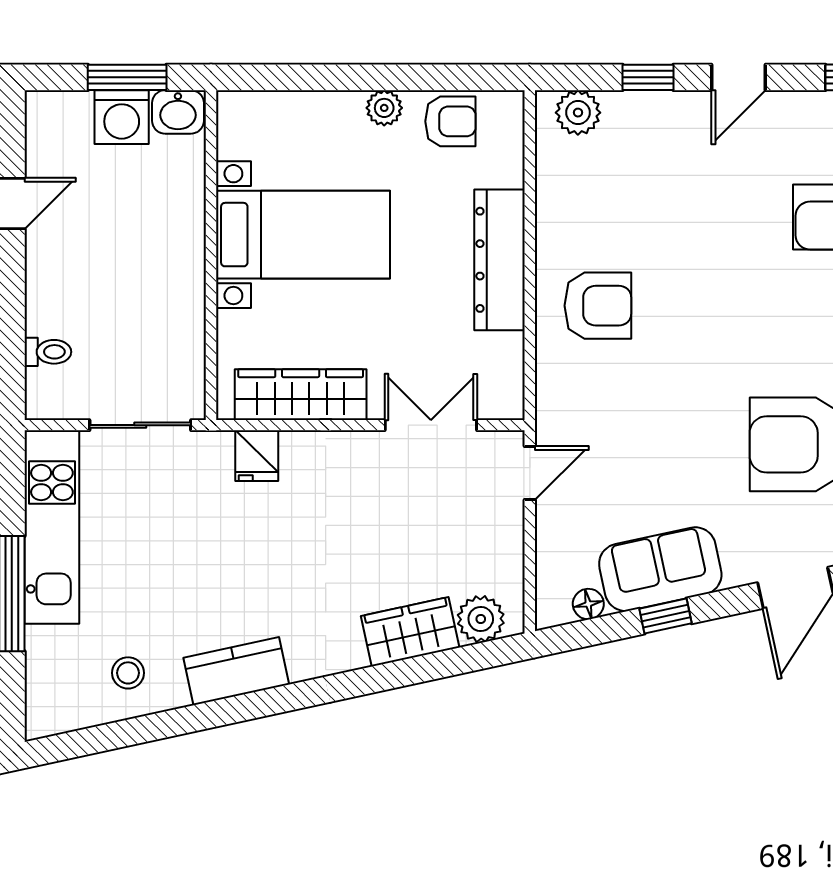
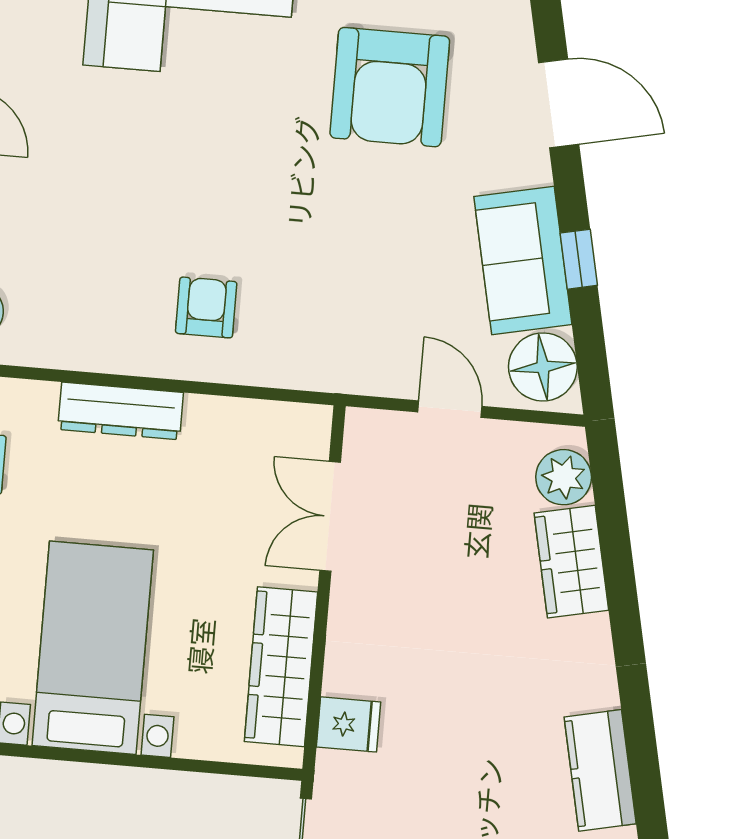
dresser: (500, 260) -> (121, 411), width x0.73, depth x0.80
armchair: (598, 306) -> (206, 307), width x0.72, depth x0.72
door: (530, 473) -> (450, 409), moved
floor lamp: (588, 604) -> (543, 367), width x1.89, depth x1.89

